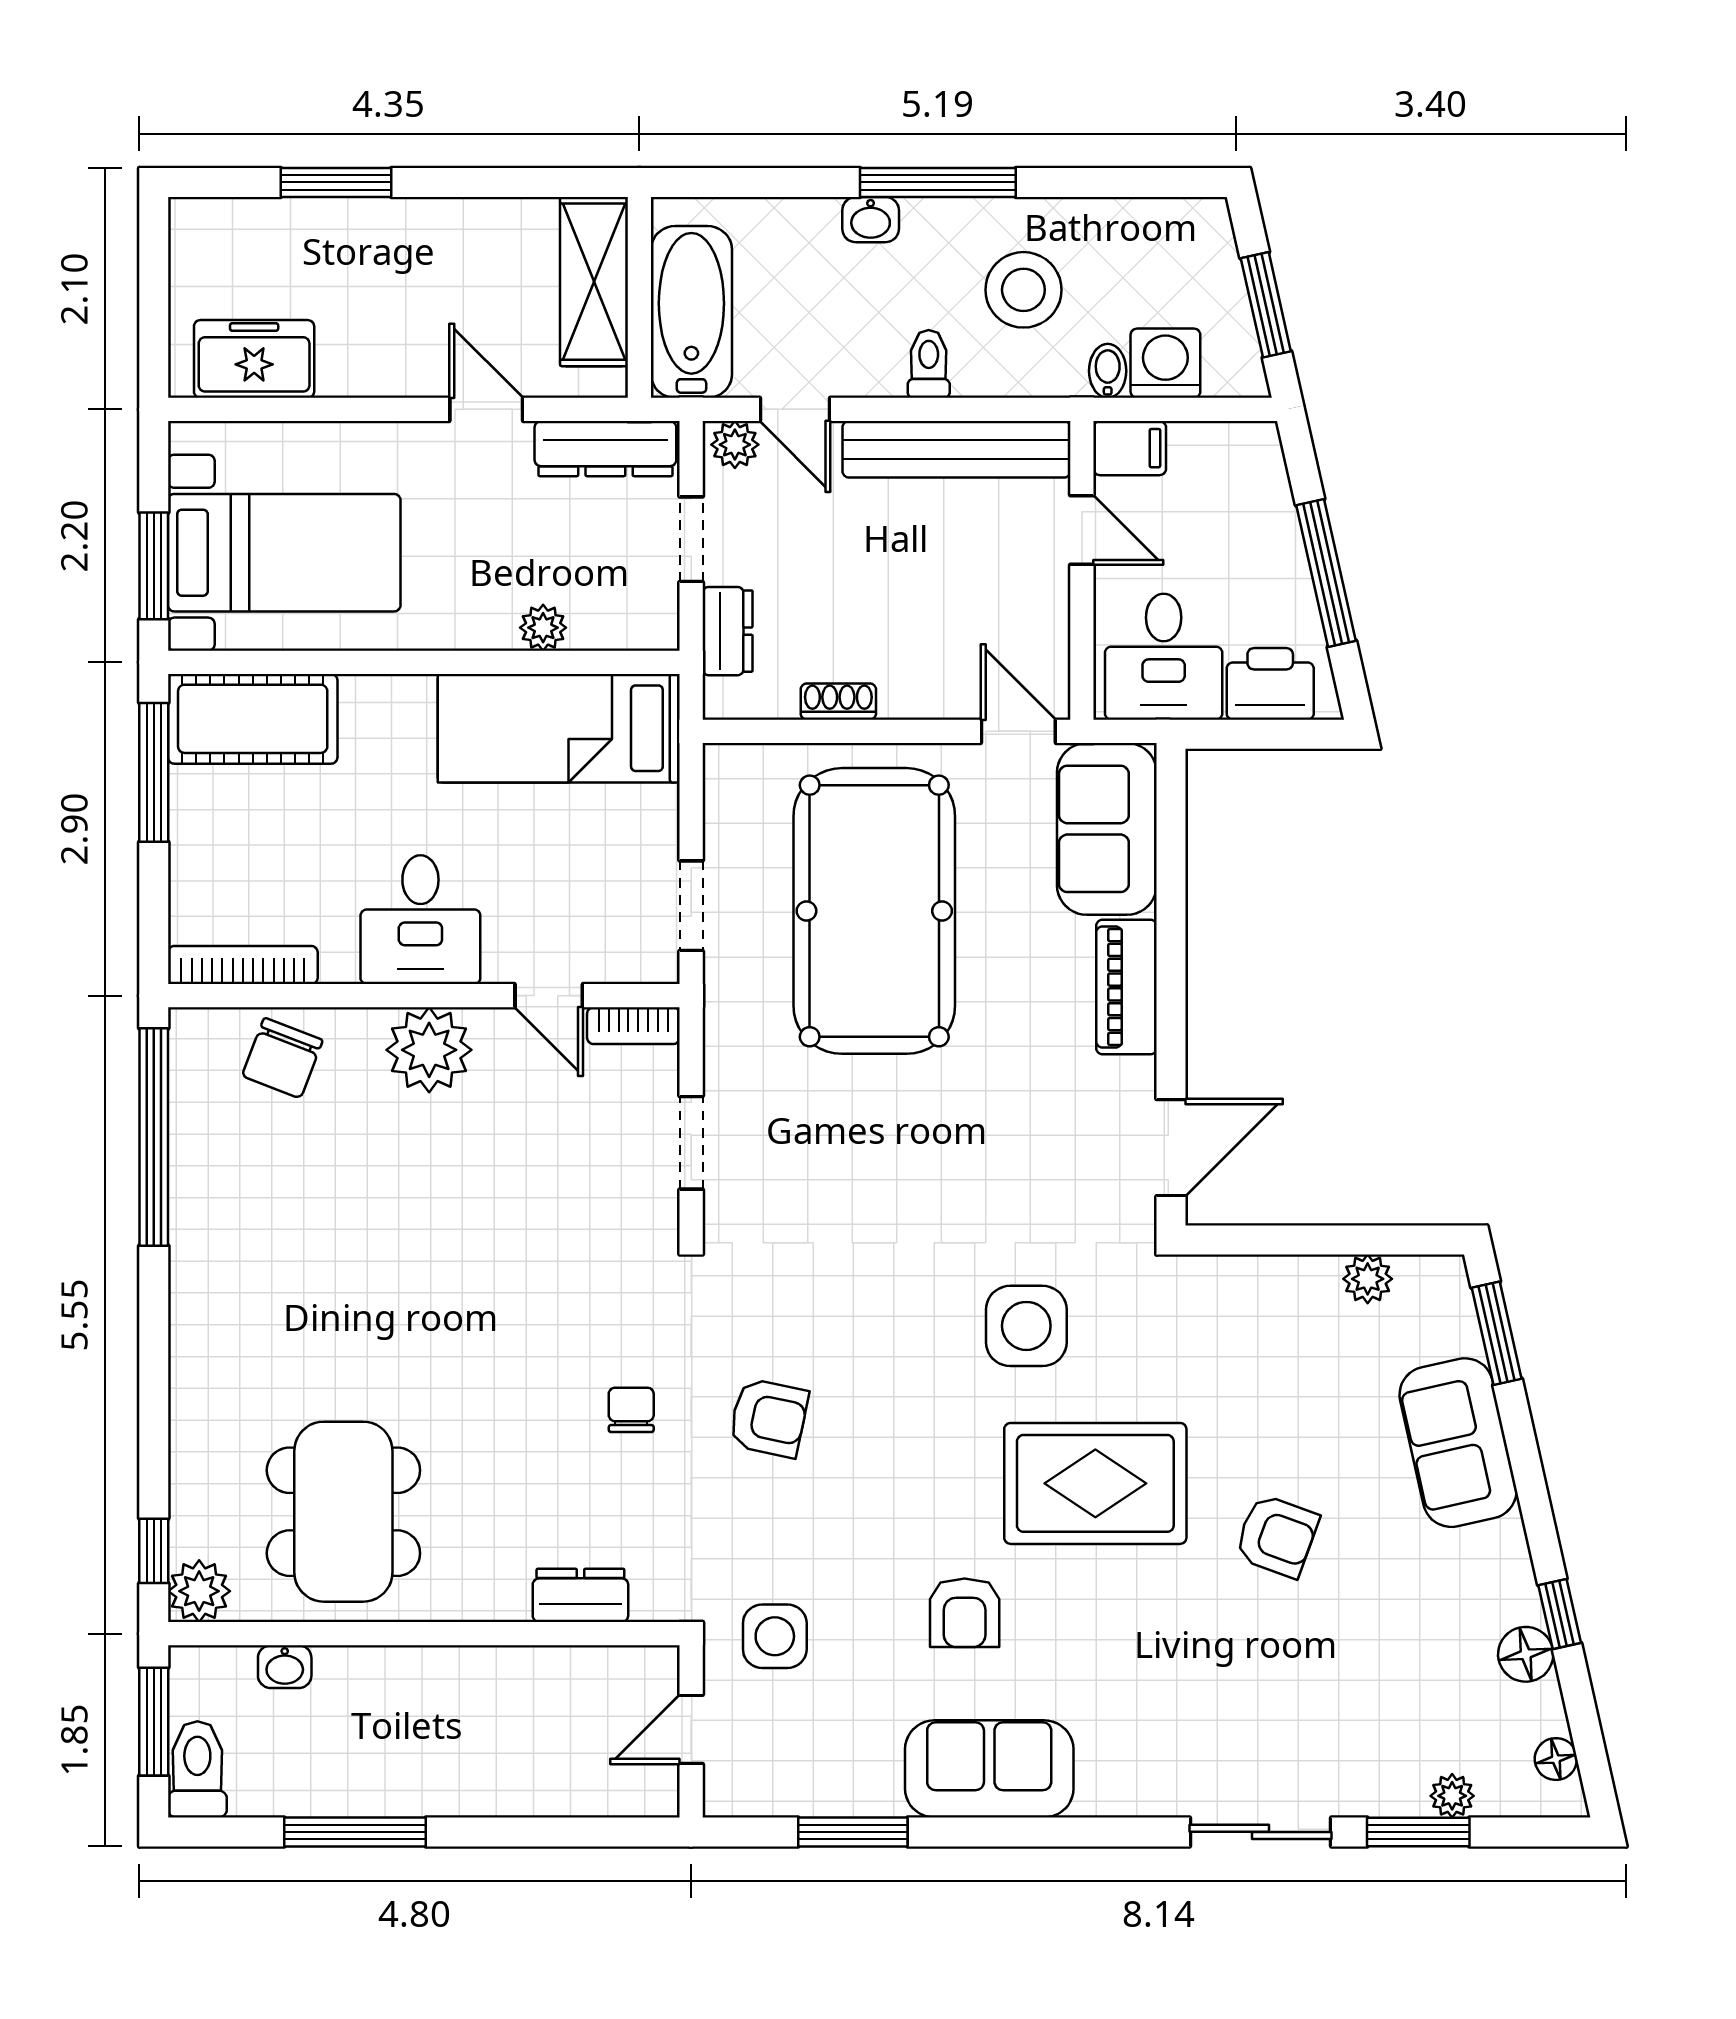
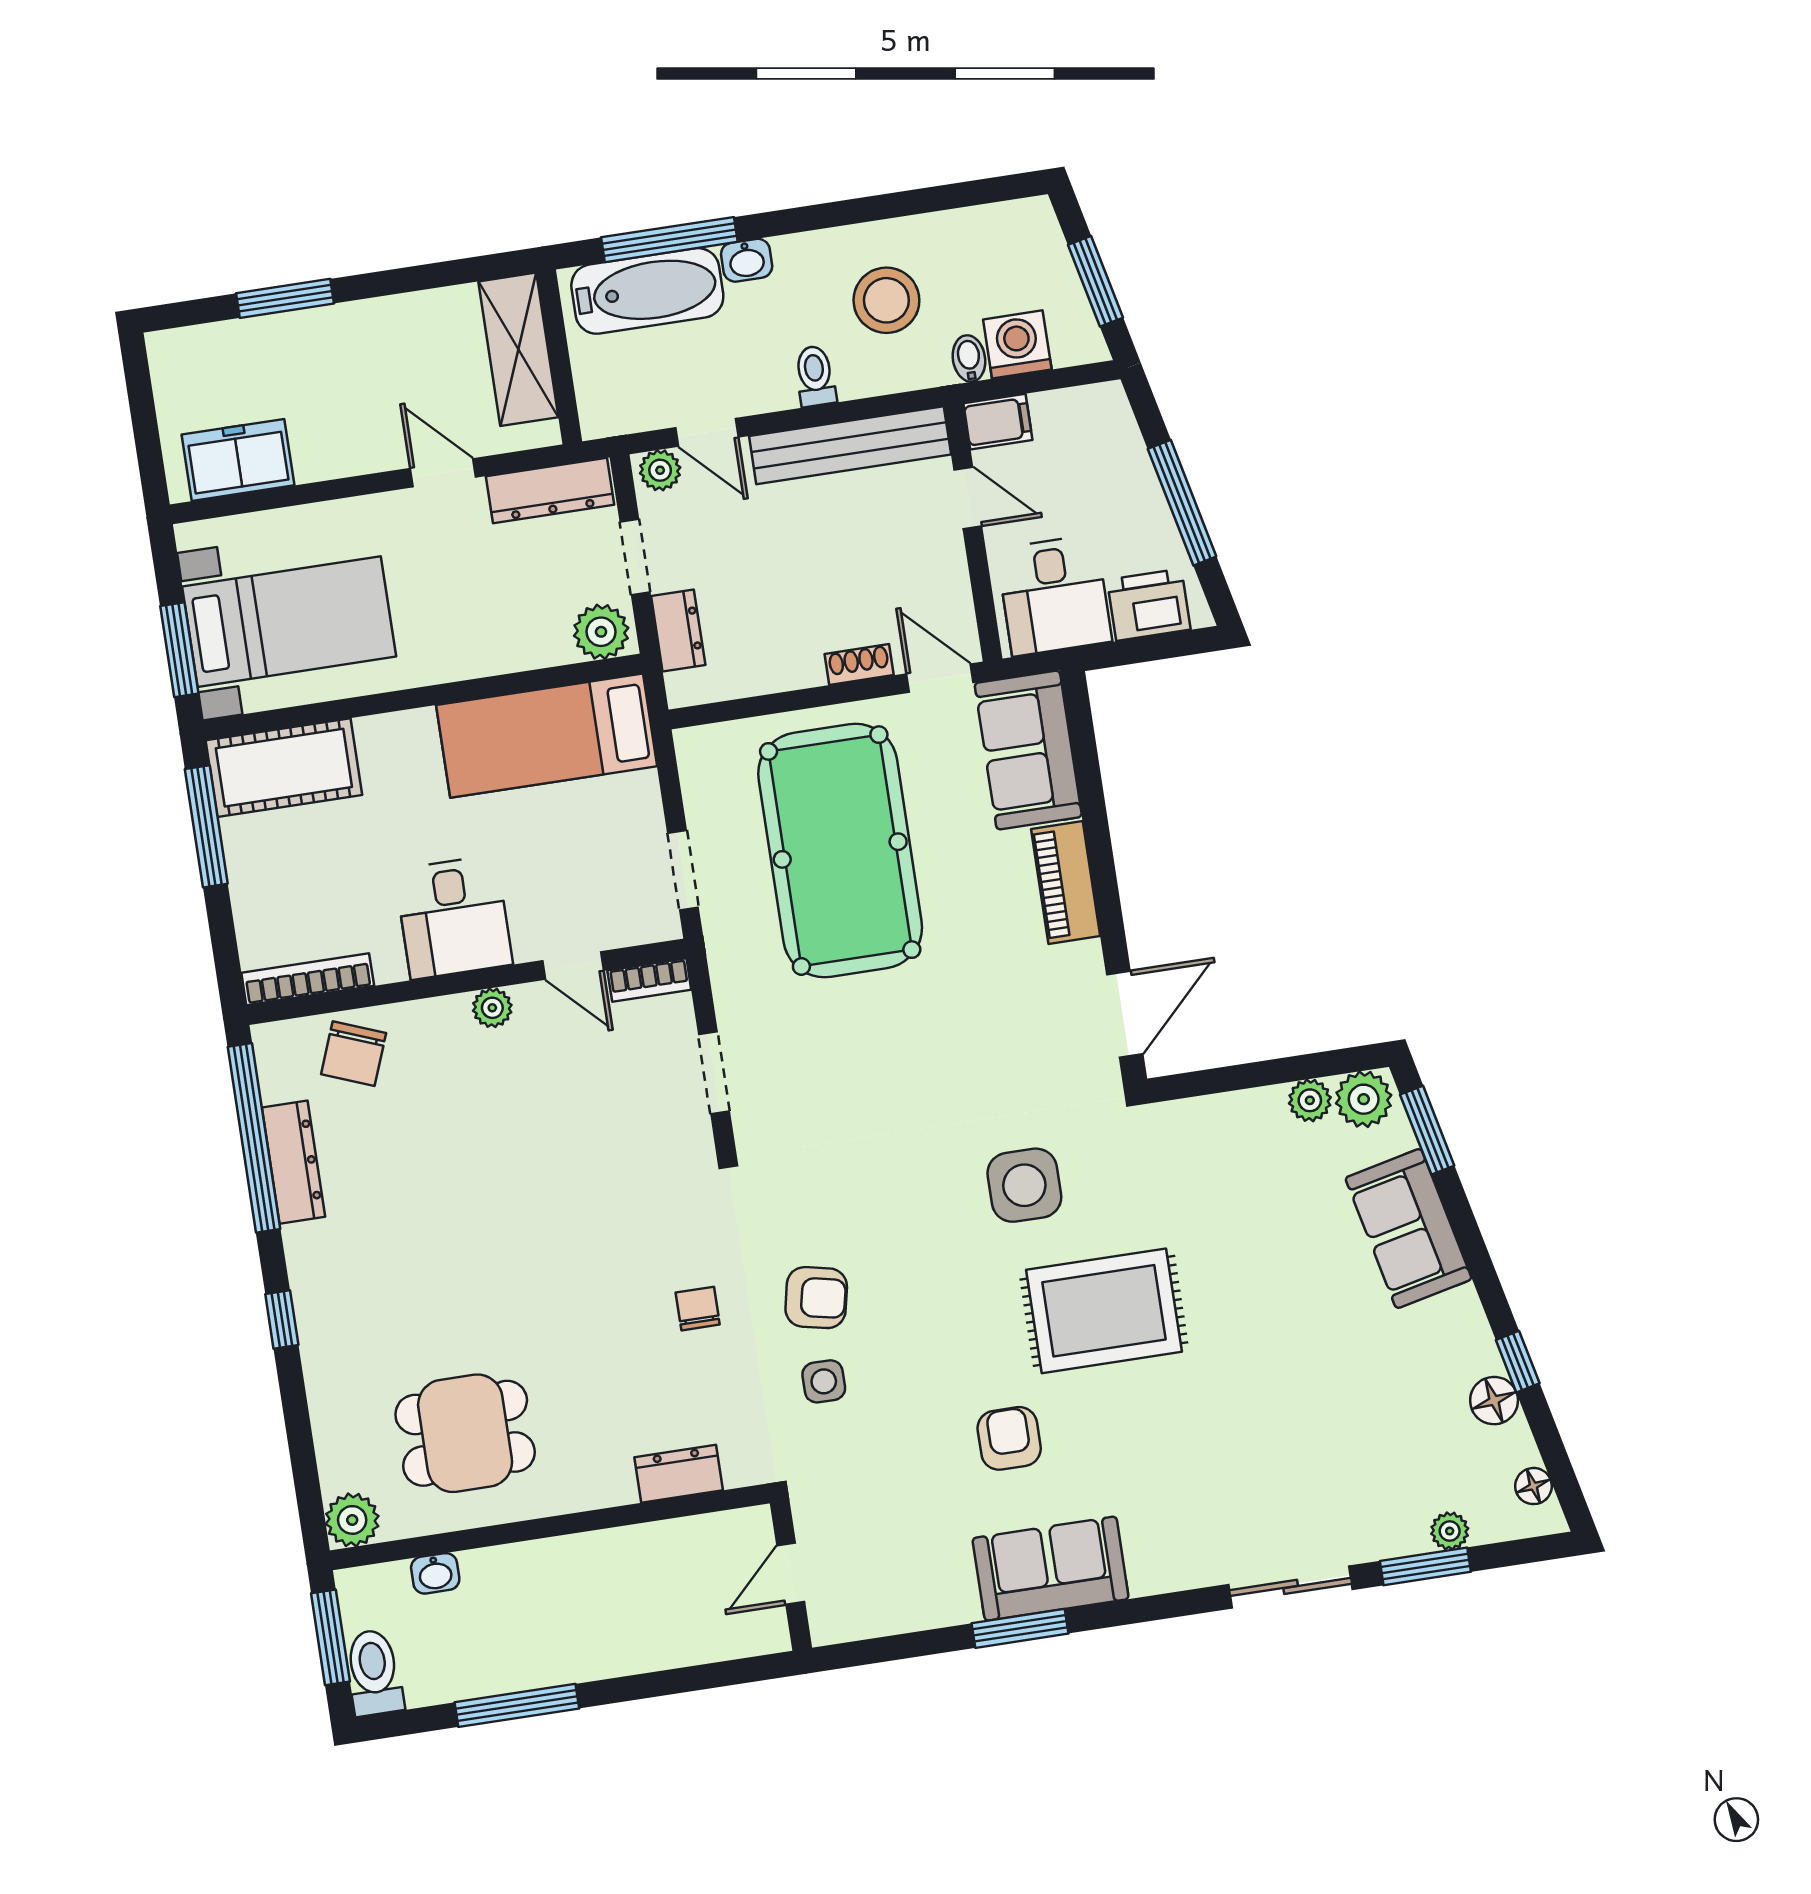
window: (938, 182) -> (669, 240), moved
bathtub: (691, 312) -> (647, 291), moved, turned 90
plant: (543, 628) -> (601, 632), moved, width x1.38, depth x1.38
shoe rack: (838, 702) -> (859, 665), moved
plant: (429, 1050) -> (492, 1008), width x0.53, depth x0.53
dresser: (195, 1172) -> (294, 1162), added
plant: (1429, 1287) -> (1364, 1099), added
dining table: (343, 1512) -> (465, 1433), width x0.73
armchair: (1277, 1536) -> (1266, 1332), removed
window: (154, 1551) -> (282, 1319), moved
armchair: (965, 1613) -> (1009, 1438), turned 180
side table: (775, 1636) -> (824, 1381), moved, width x0.73, depth x0.73
window: (853, 1832) -> (1020, 1628), moved

